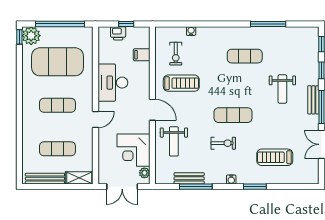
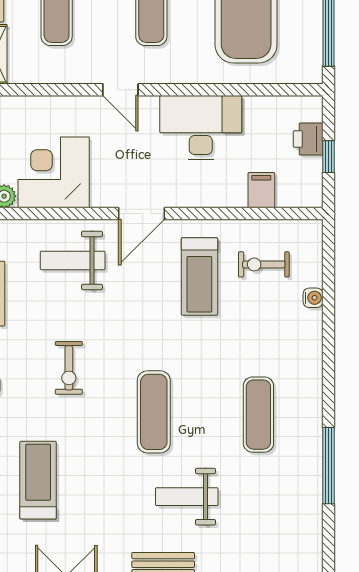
exercise mat: (233, 115) -> (154, 412), moved

